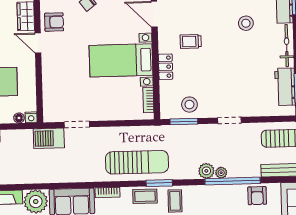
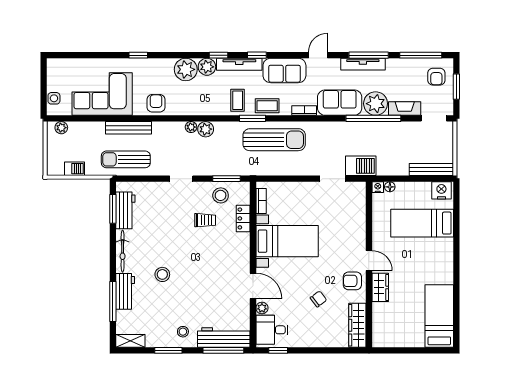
trolley: (191, 41) -> (205, 220), moved
locker: (166, 67) -> (243, 218), moved
sun lounger: (137, 162) -> (274, 140), turned 180
window: (233, 181) -> (373, 118), moved

